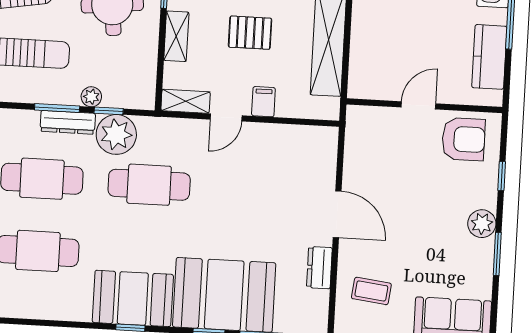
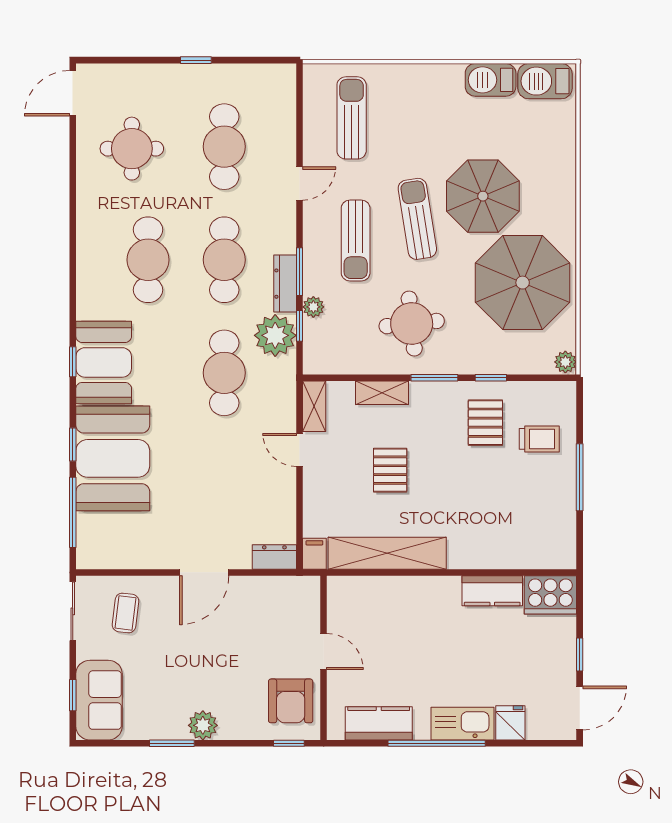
filing cabinet: (263, 102) -> (314, 554), moved, turned -90
window: (502, 176) -> (289, 743), moved
dresser: (319, 268) -> (274, 557), moved

